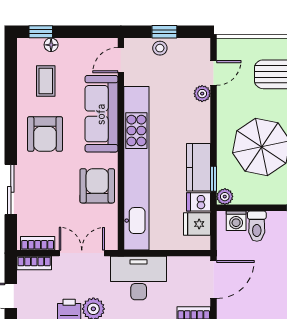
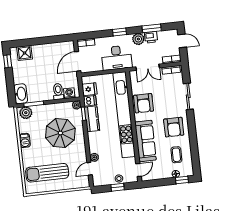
armchair: (45, 134) -> (174, 127), turned 180

